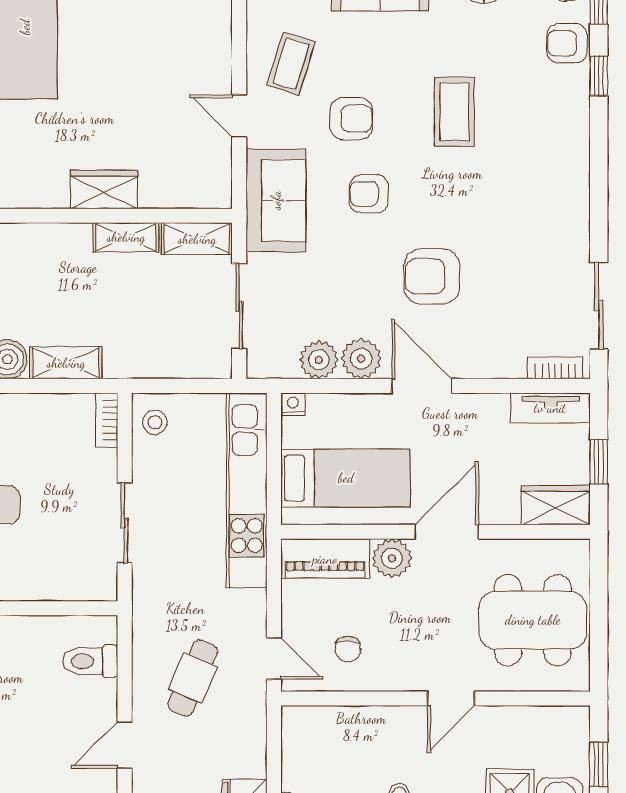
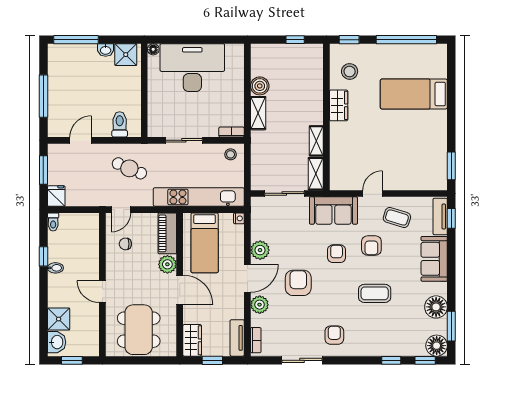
armchair: (567, 43) -> (334, 335), moved
wardrobe: (104, 189) -> (339, 105), moved
sliding door: (599, 306) -> (302, 360), moved
plant: (319, 360) -> (260, 305), moved
cafe table: (193, 678) -> (129, 168), moved
door: (125, 745) -> (81, 140), hinge flipped

